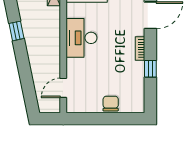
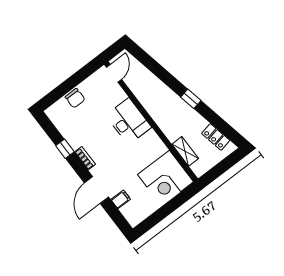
desk: (81, 38) -> (128, 121), moved
door: (63, 88) -> (114, 73), moved

